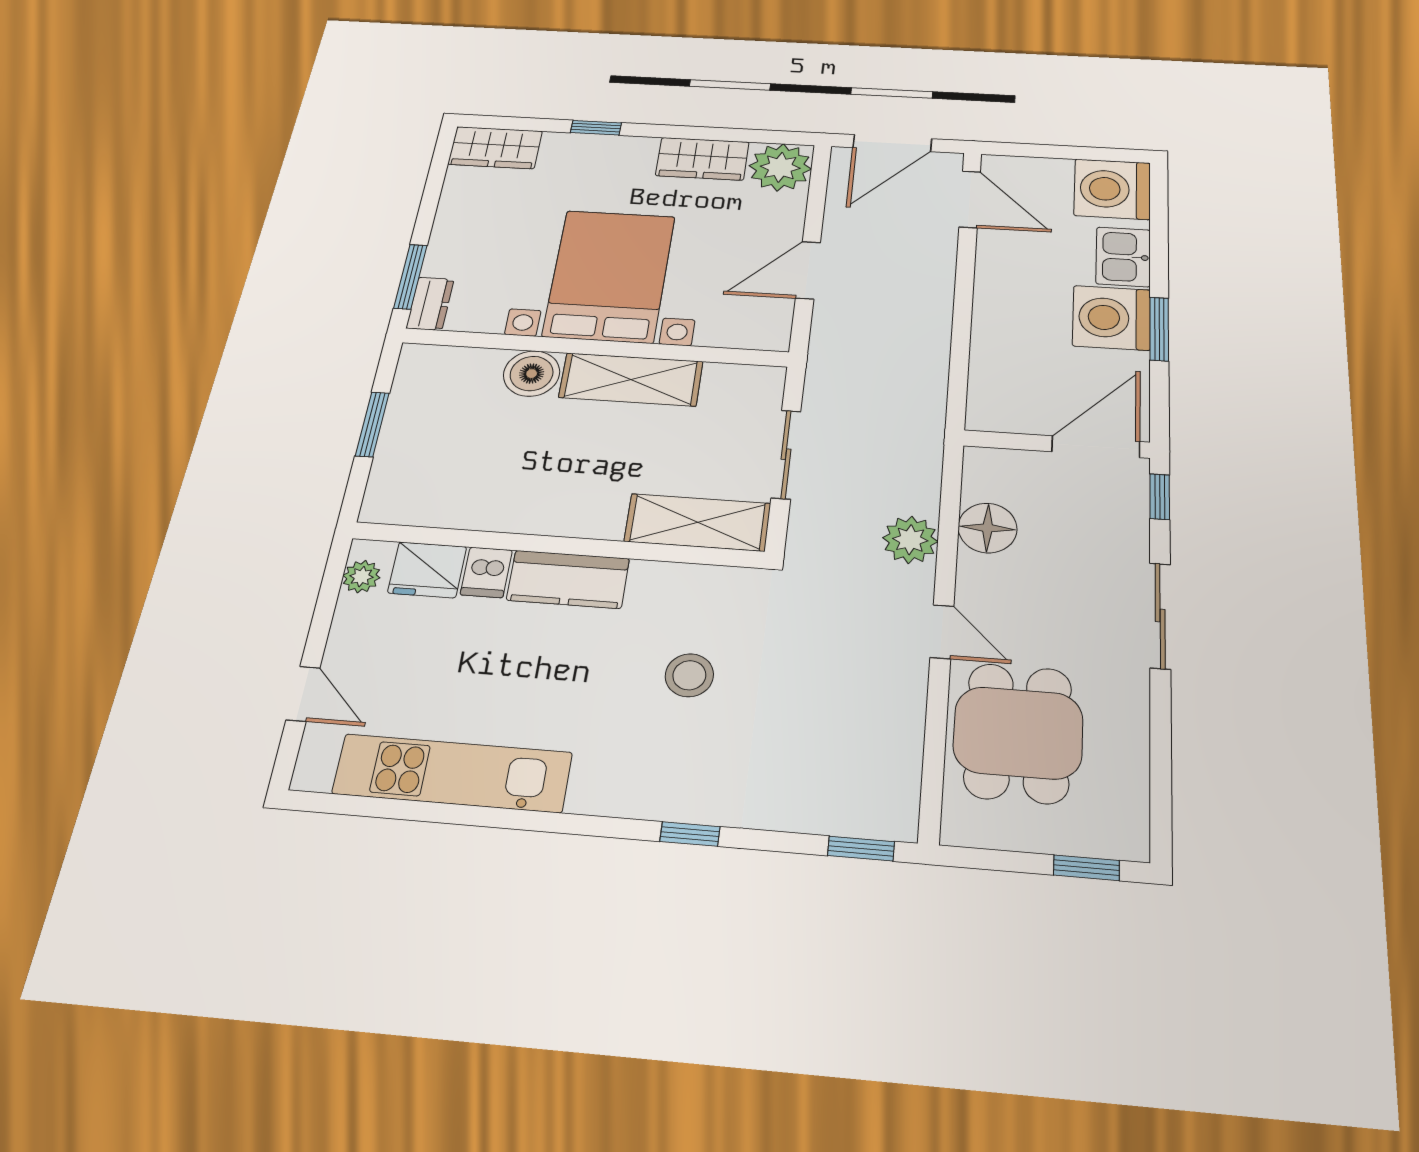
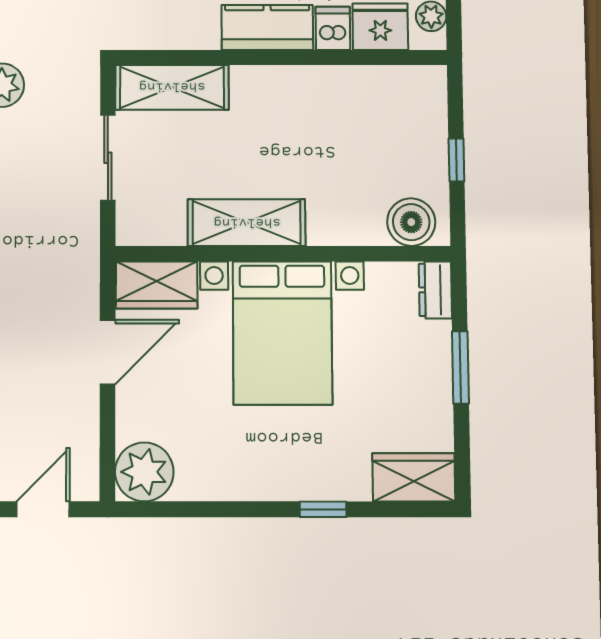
door: (892, 143) -> (43, 509), width x0.73
wardrobe: (702, 159) -> (157, 285), moved, turned 180
window: (410, 277) -> (460, 367), moved
boiler: (532, 374) -> (411, 222), moved
window: (372, 424) -> (456, 160), width x0.67

